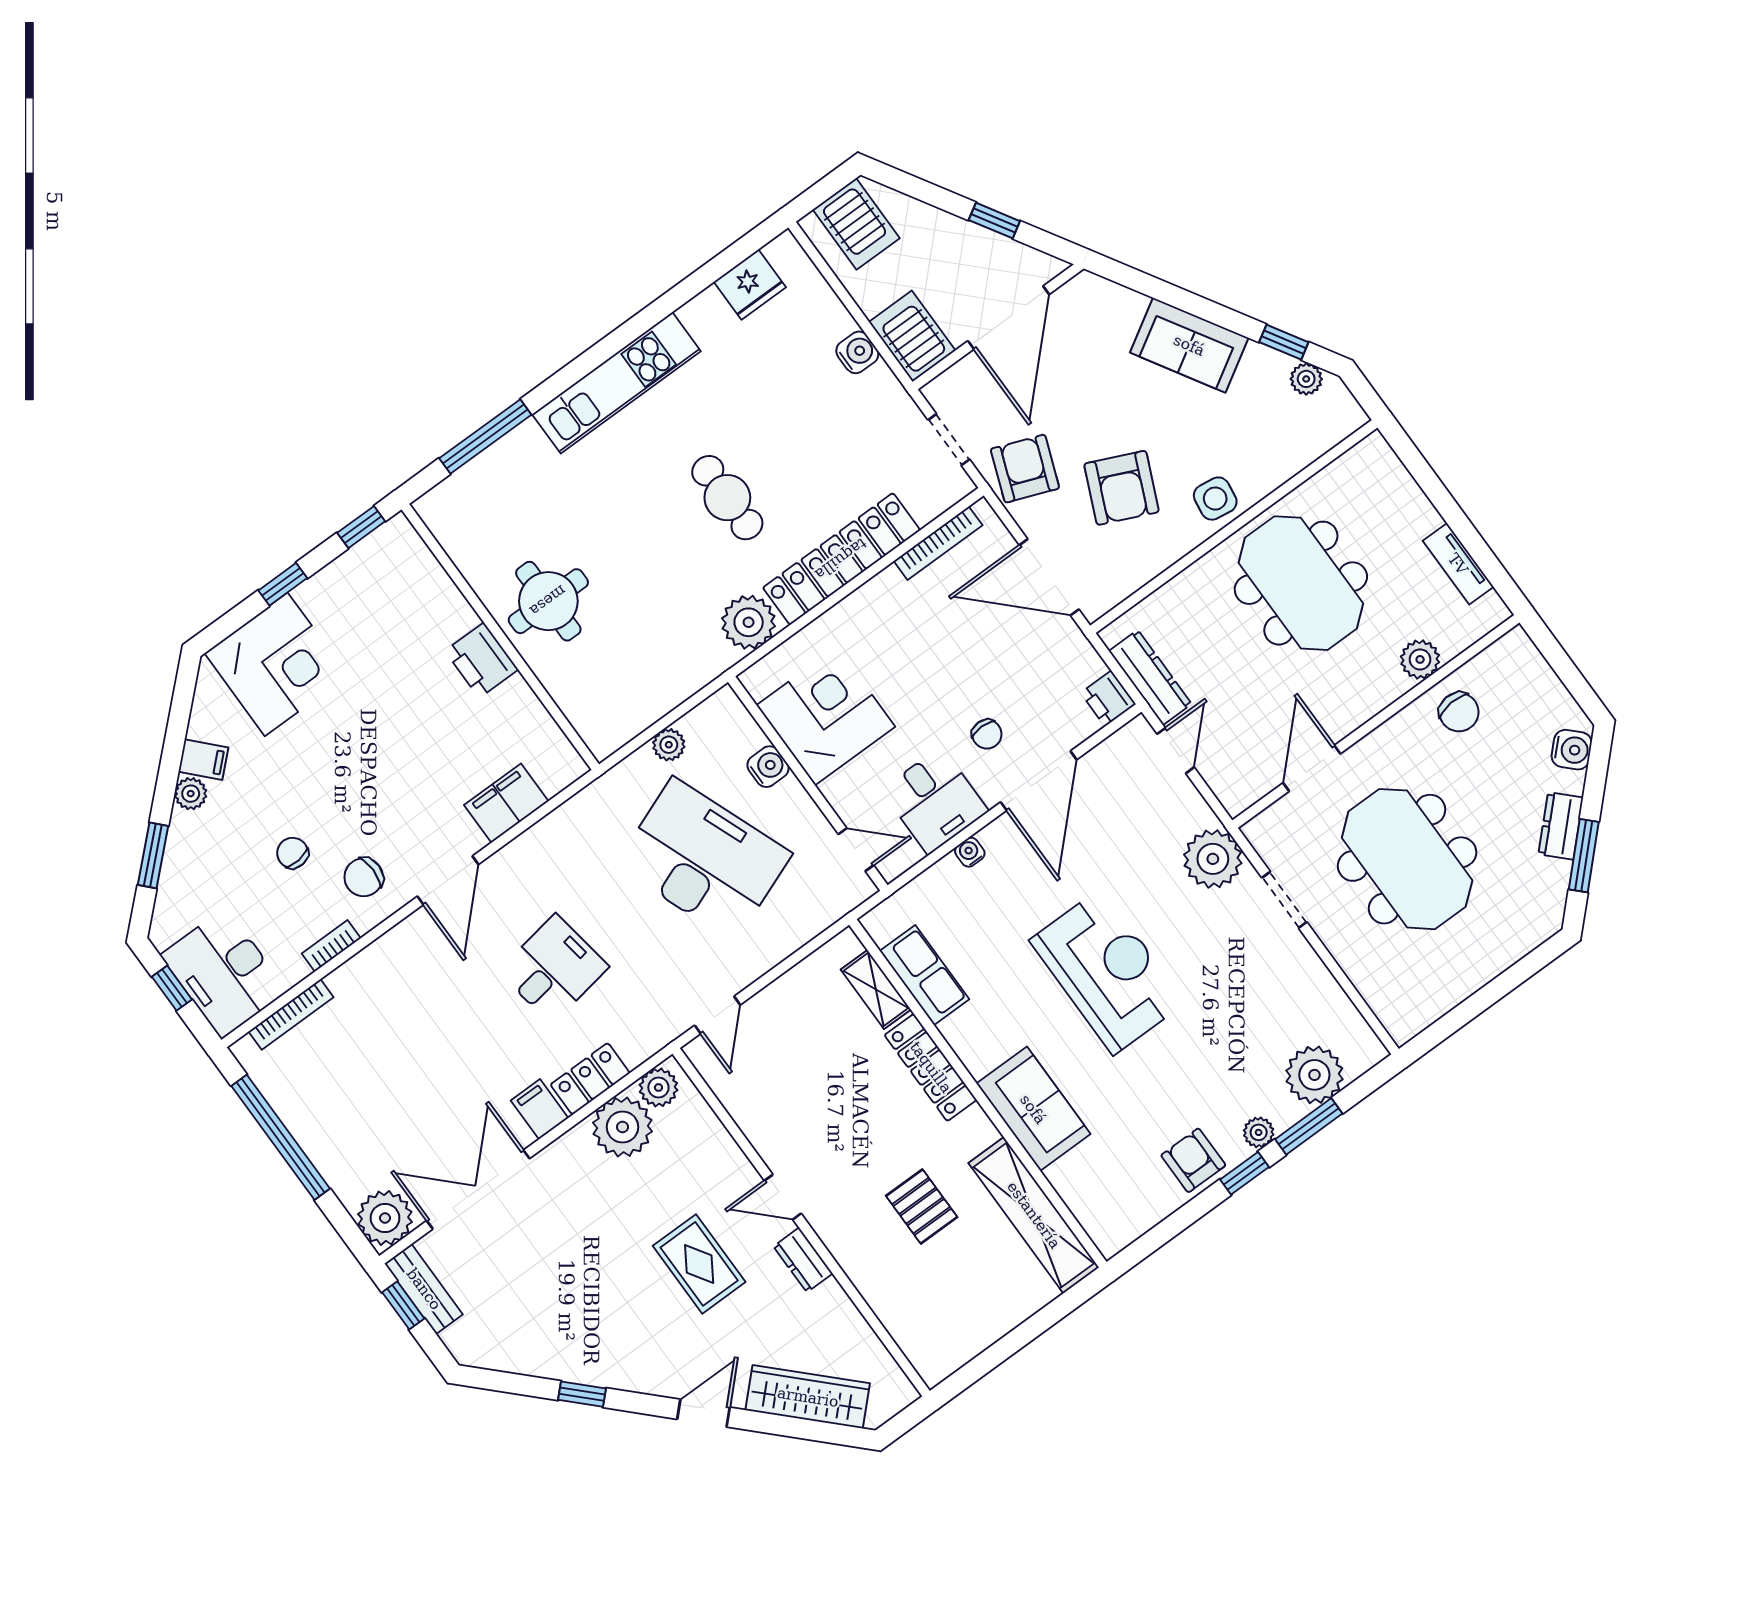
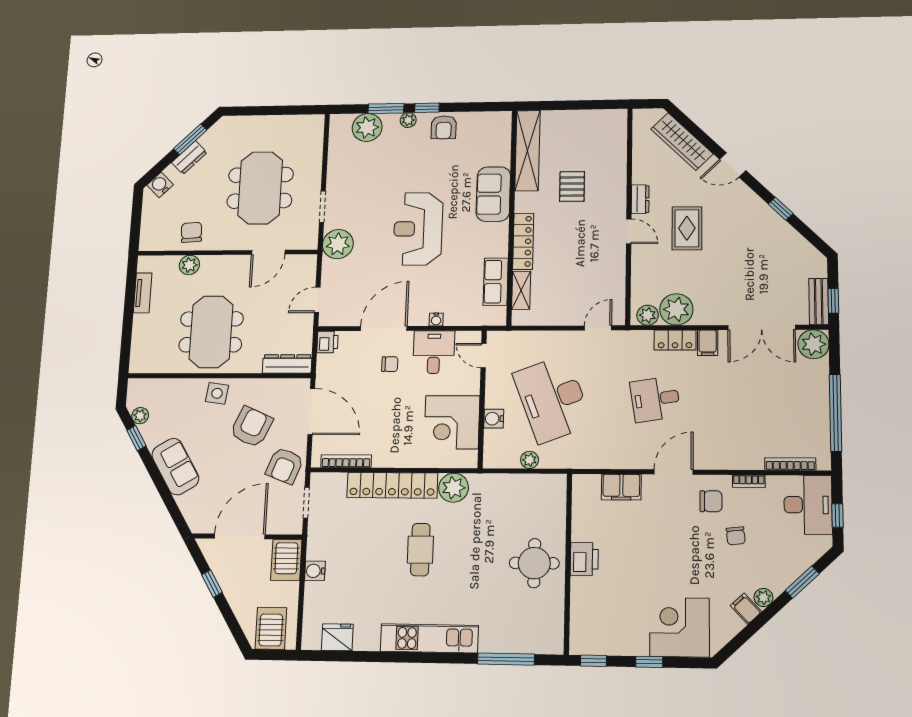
dresser: (1150, 678) -> (287, 364), moved, turned 90
chair: (987, 734) -> (390, 364), turned 90

